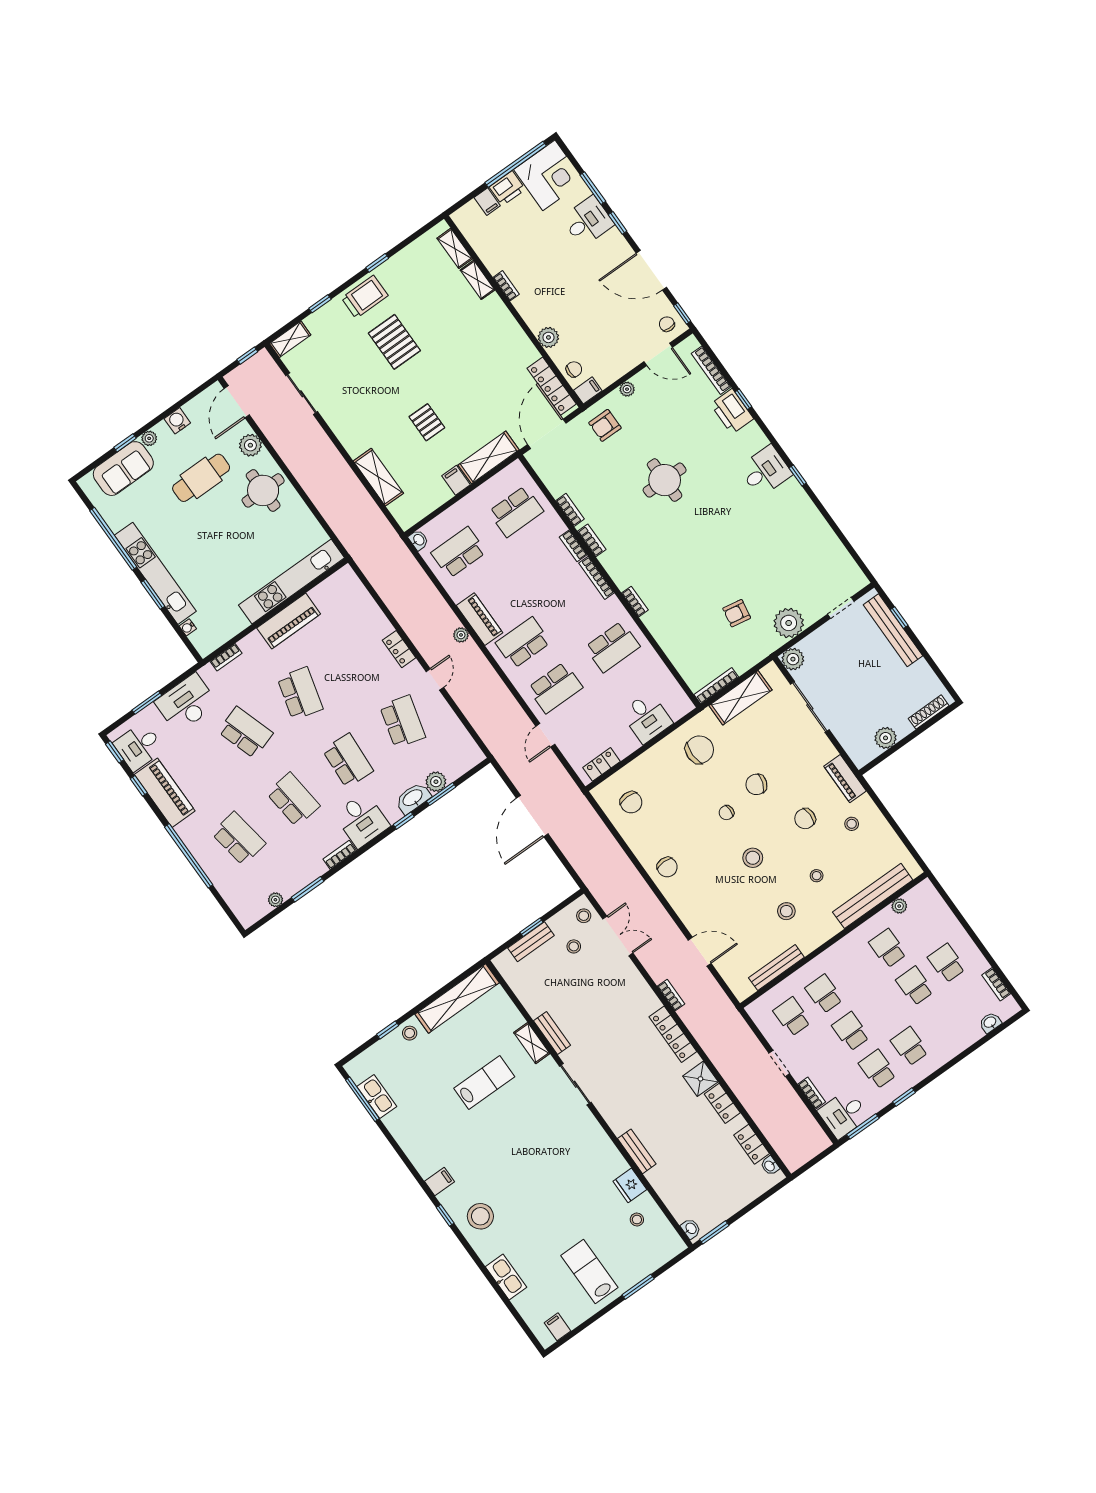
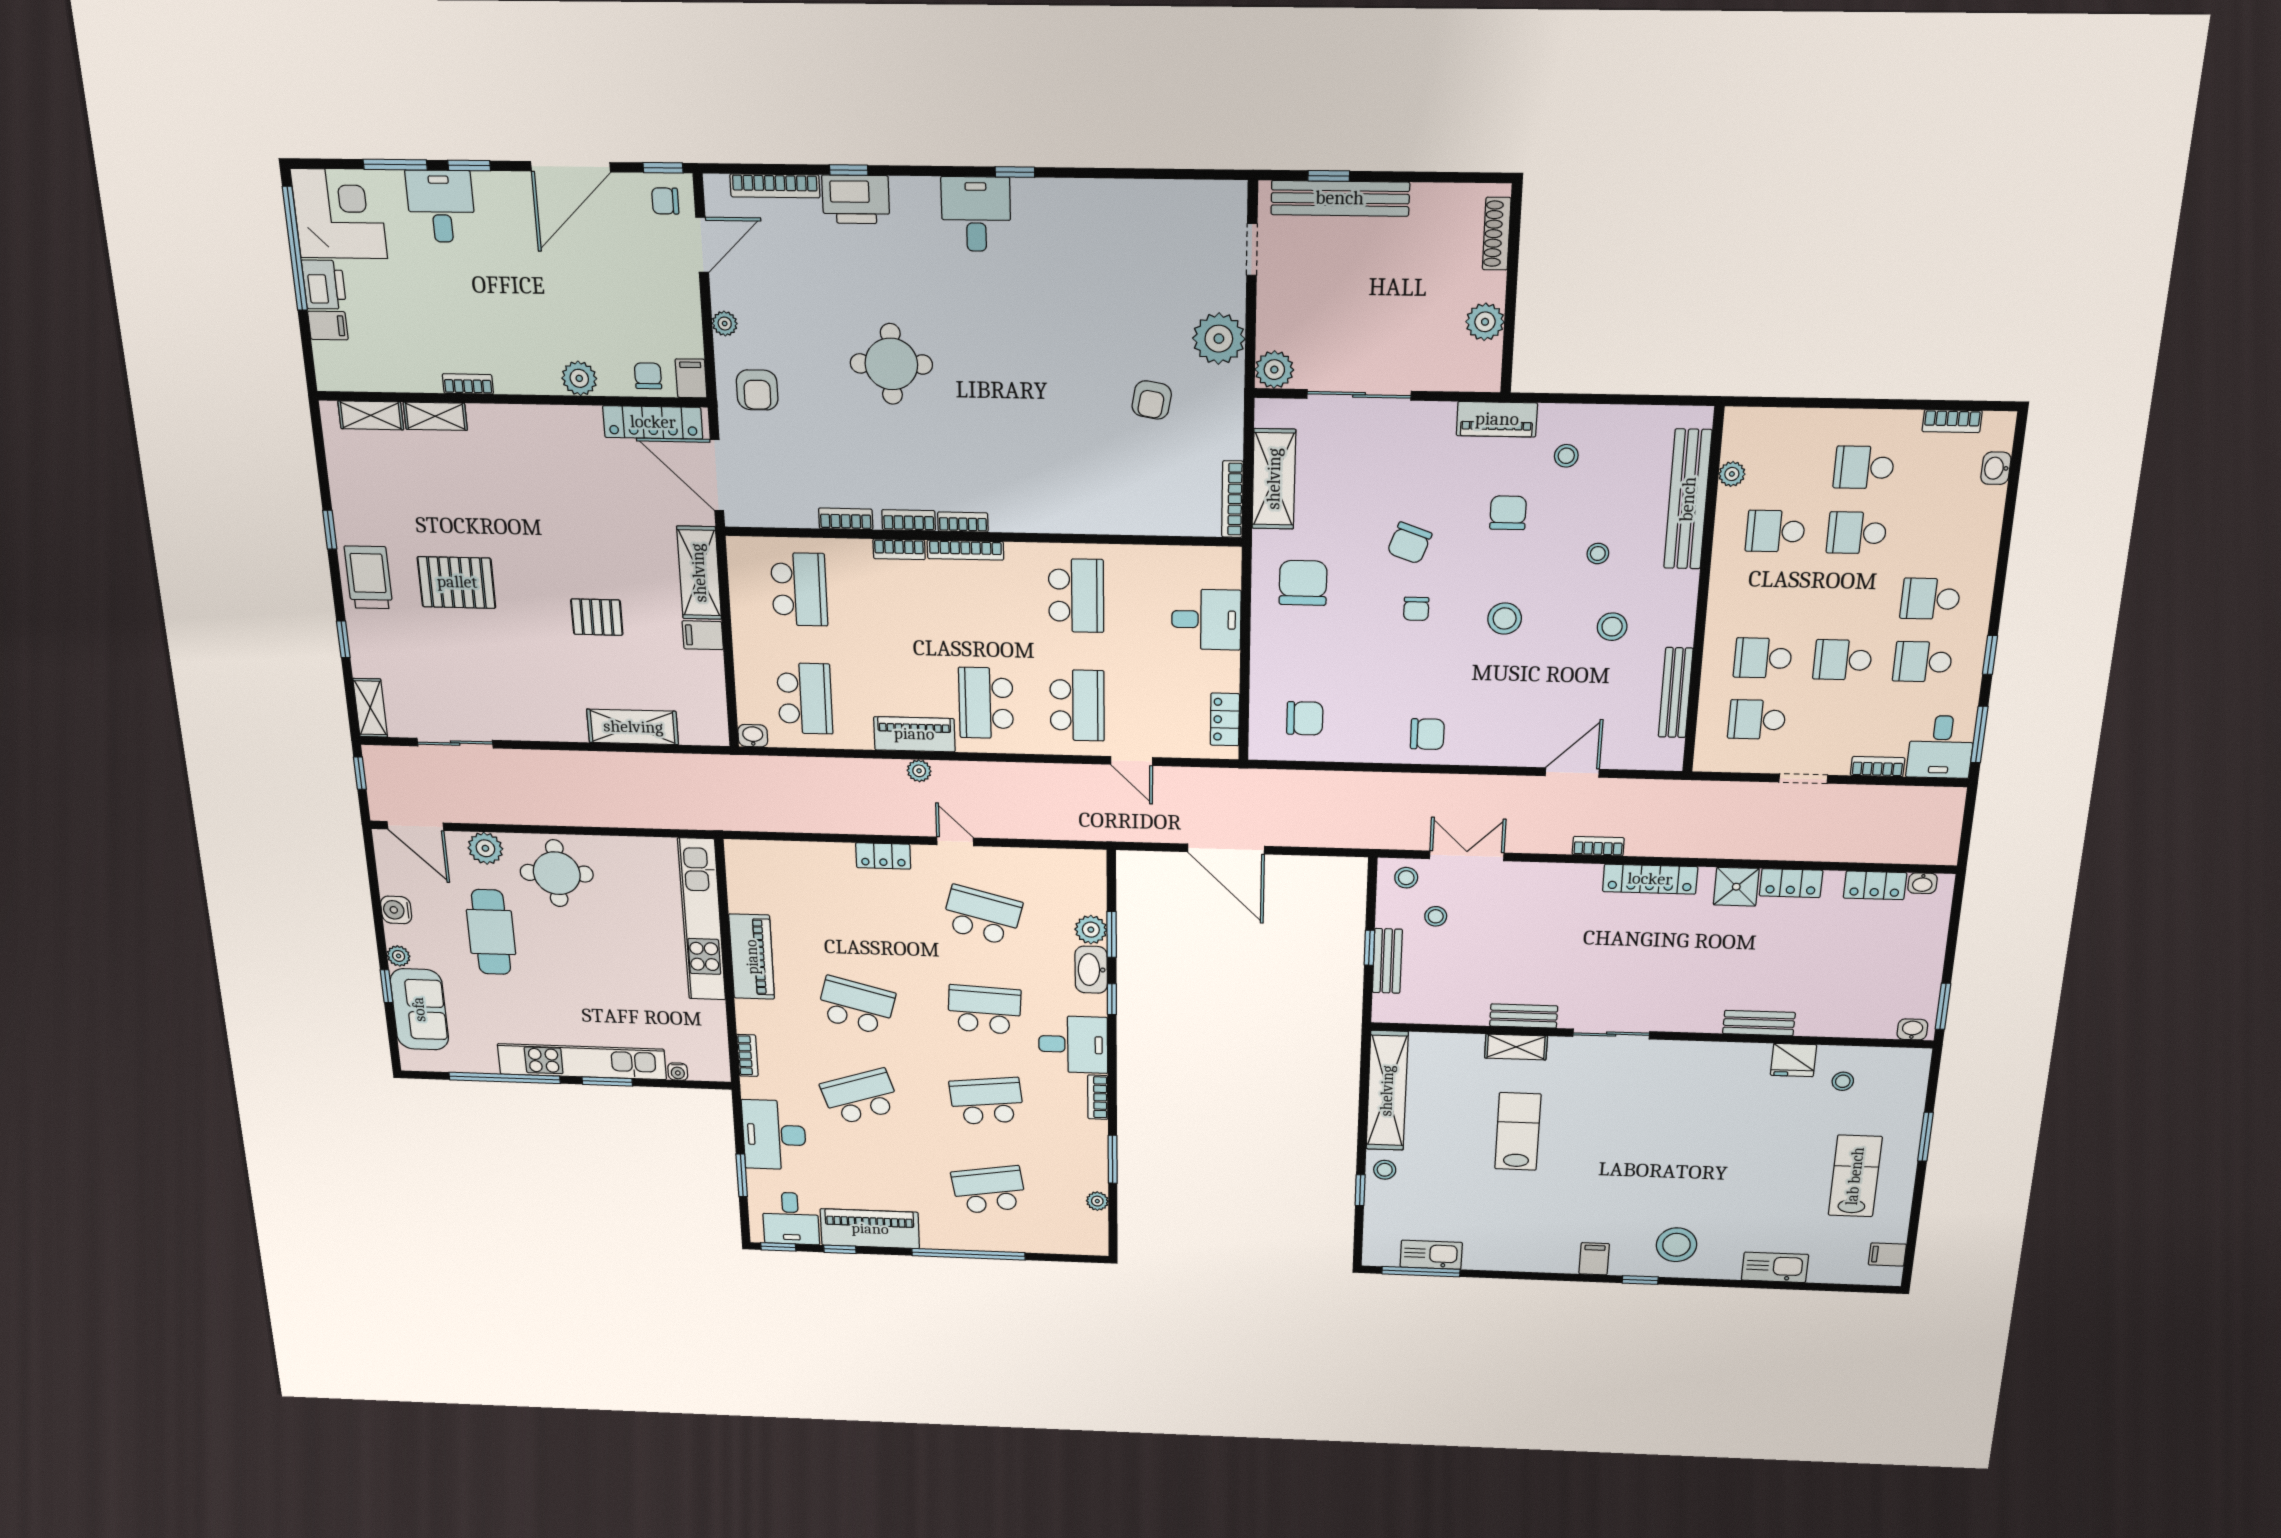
school desk: (459, 552) -> (805, 699), turned 180
bookcase: (635, 602) -> (963, 522), moved
chair: (805, 819) -> (1508, 513), turned 180
lab bench: (589, 1272) -> (1855, 1176), turned 90

